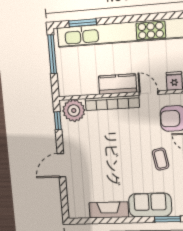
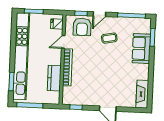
kitchen counter: (117, 84) -> (54, 78), moved
plant: (74, 111) -> (70, 95), removed
fireplace: (109, 210) -> (142, 94), moved

